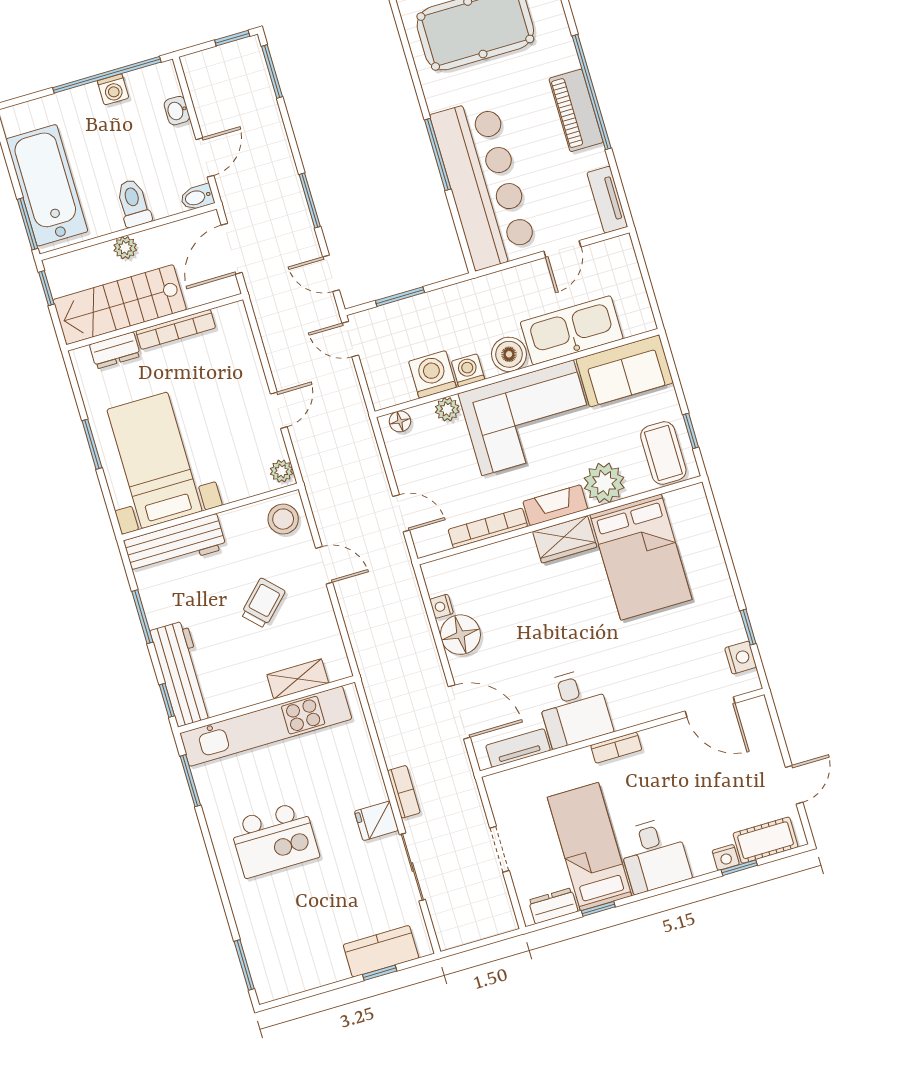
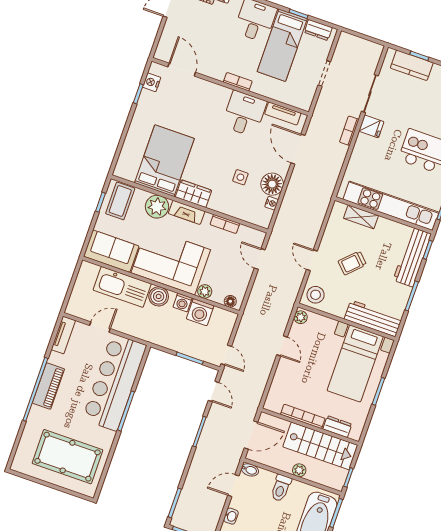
door: (279, 410) -> (282, 346), swing flipped
bookcase: (488, 528) -> (225, 224), width x0.64
side table: (514, 612) -> (240, 177), added

